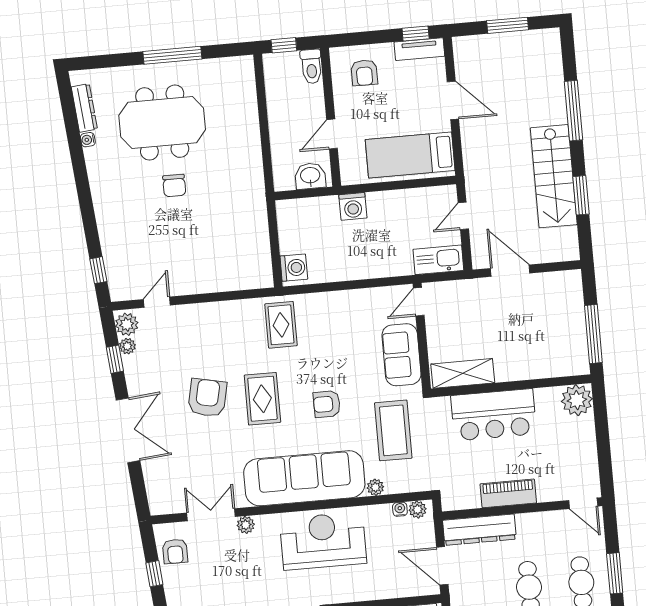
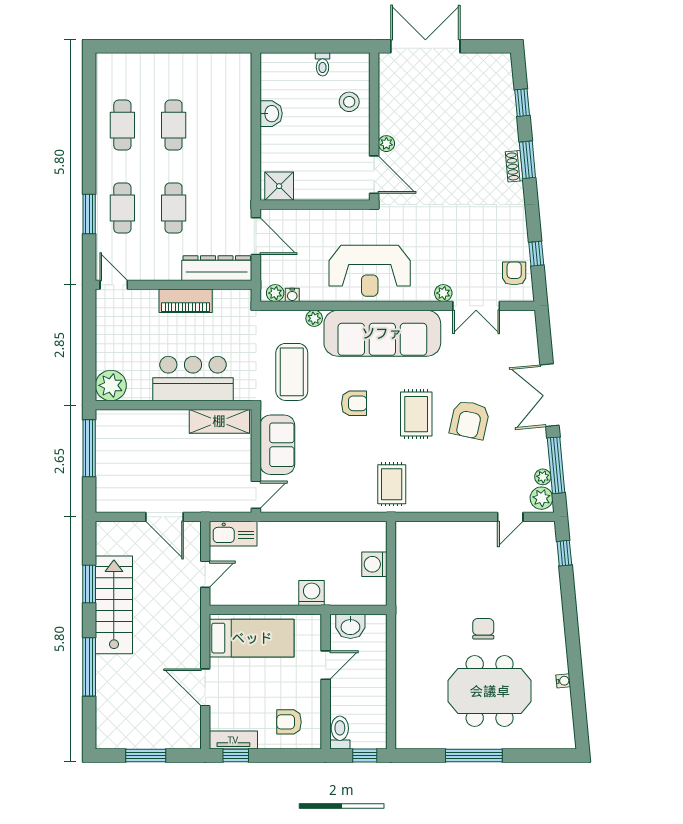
armchair: (364, 73) -> (289, 722), turned -90
dresser: (84, 108) -> (564, 712), removed
washing machine: (294, 268) -> (374, 564), moved
window: (115, 359) -> (556, 465), width x2.17

